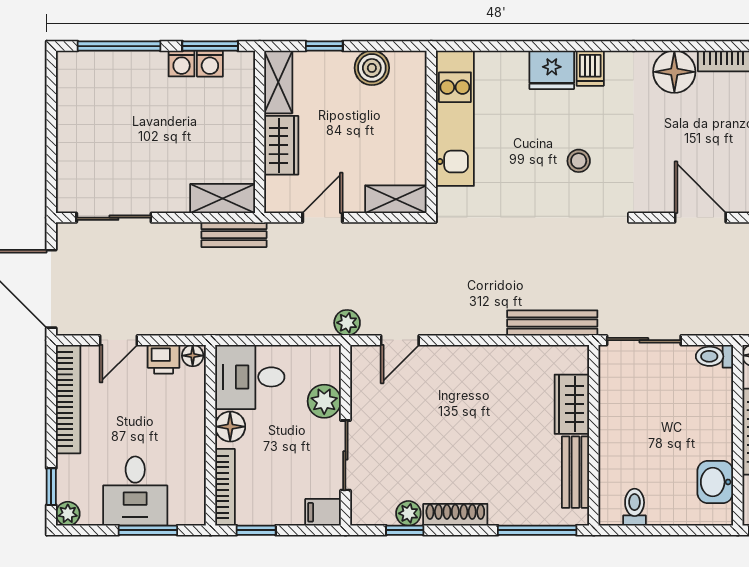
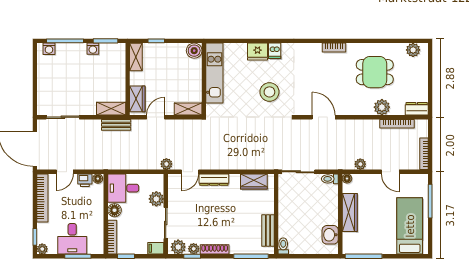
washing machine: (210, 64) -> (49, 49), moved
boiler: (372, 68) -> (194, 51), moved
floor lamp: (674, 72) -> (312, 52), removed
wardrobe: (281, 145) -> (137, 99), moved
stool: (579, 161) -> (269, 92), width x1.89, depth x1.89
bench: (552, 323) -> (258, 164), removed
dresser: (454, 358) -> (214, 180), added
wardrobe: (572, 404) -> (254, 181), moved, turned -90
toilet: (635, 507) -> (283, 246), moved
plant: (374, 509) -> (178, 247), added

